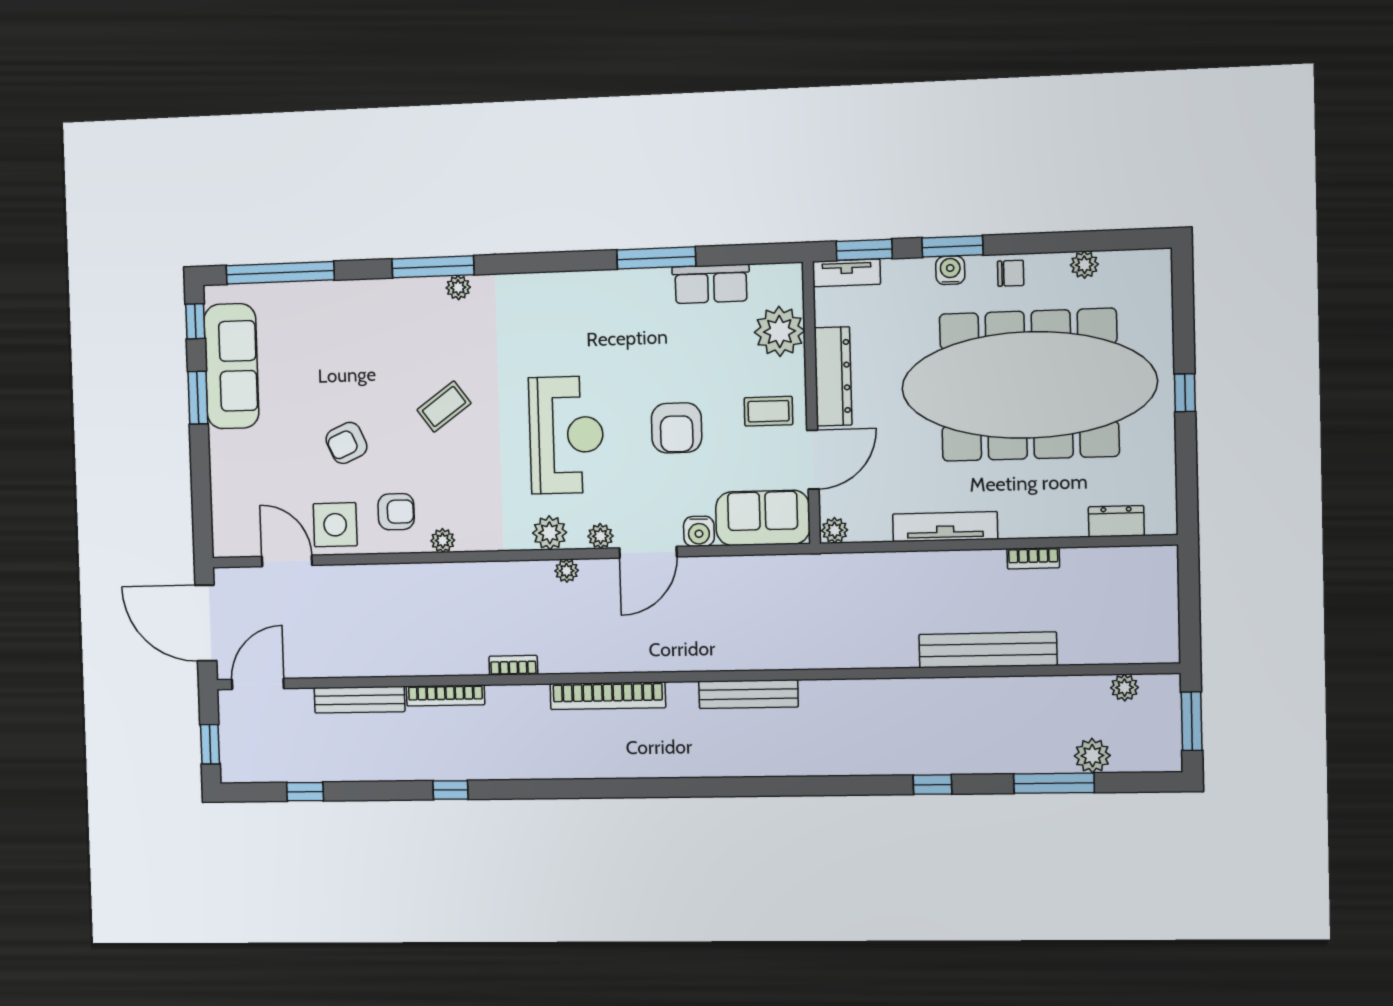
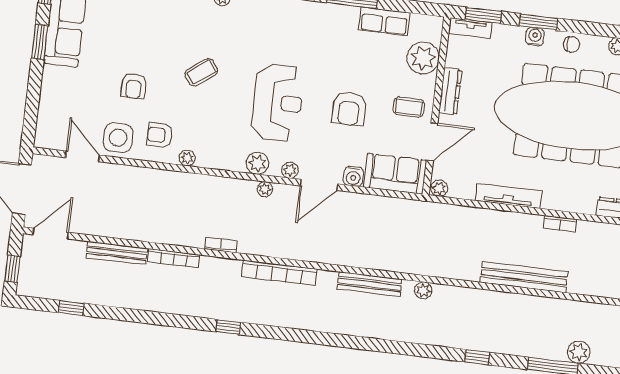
dresser: (833, 376) -> (450, 91), width x0.73, depth x0.80
armchair: (346, 443) -> (134, 86), turned -66
armchair: (396, 512) -> (160, 135), turned 180
plant: (1124, 688) -> (423, 290), moved
window: (450, 790) -> (228, 327), moved

